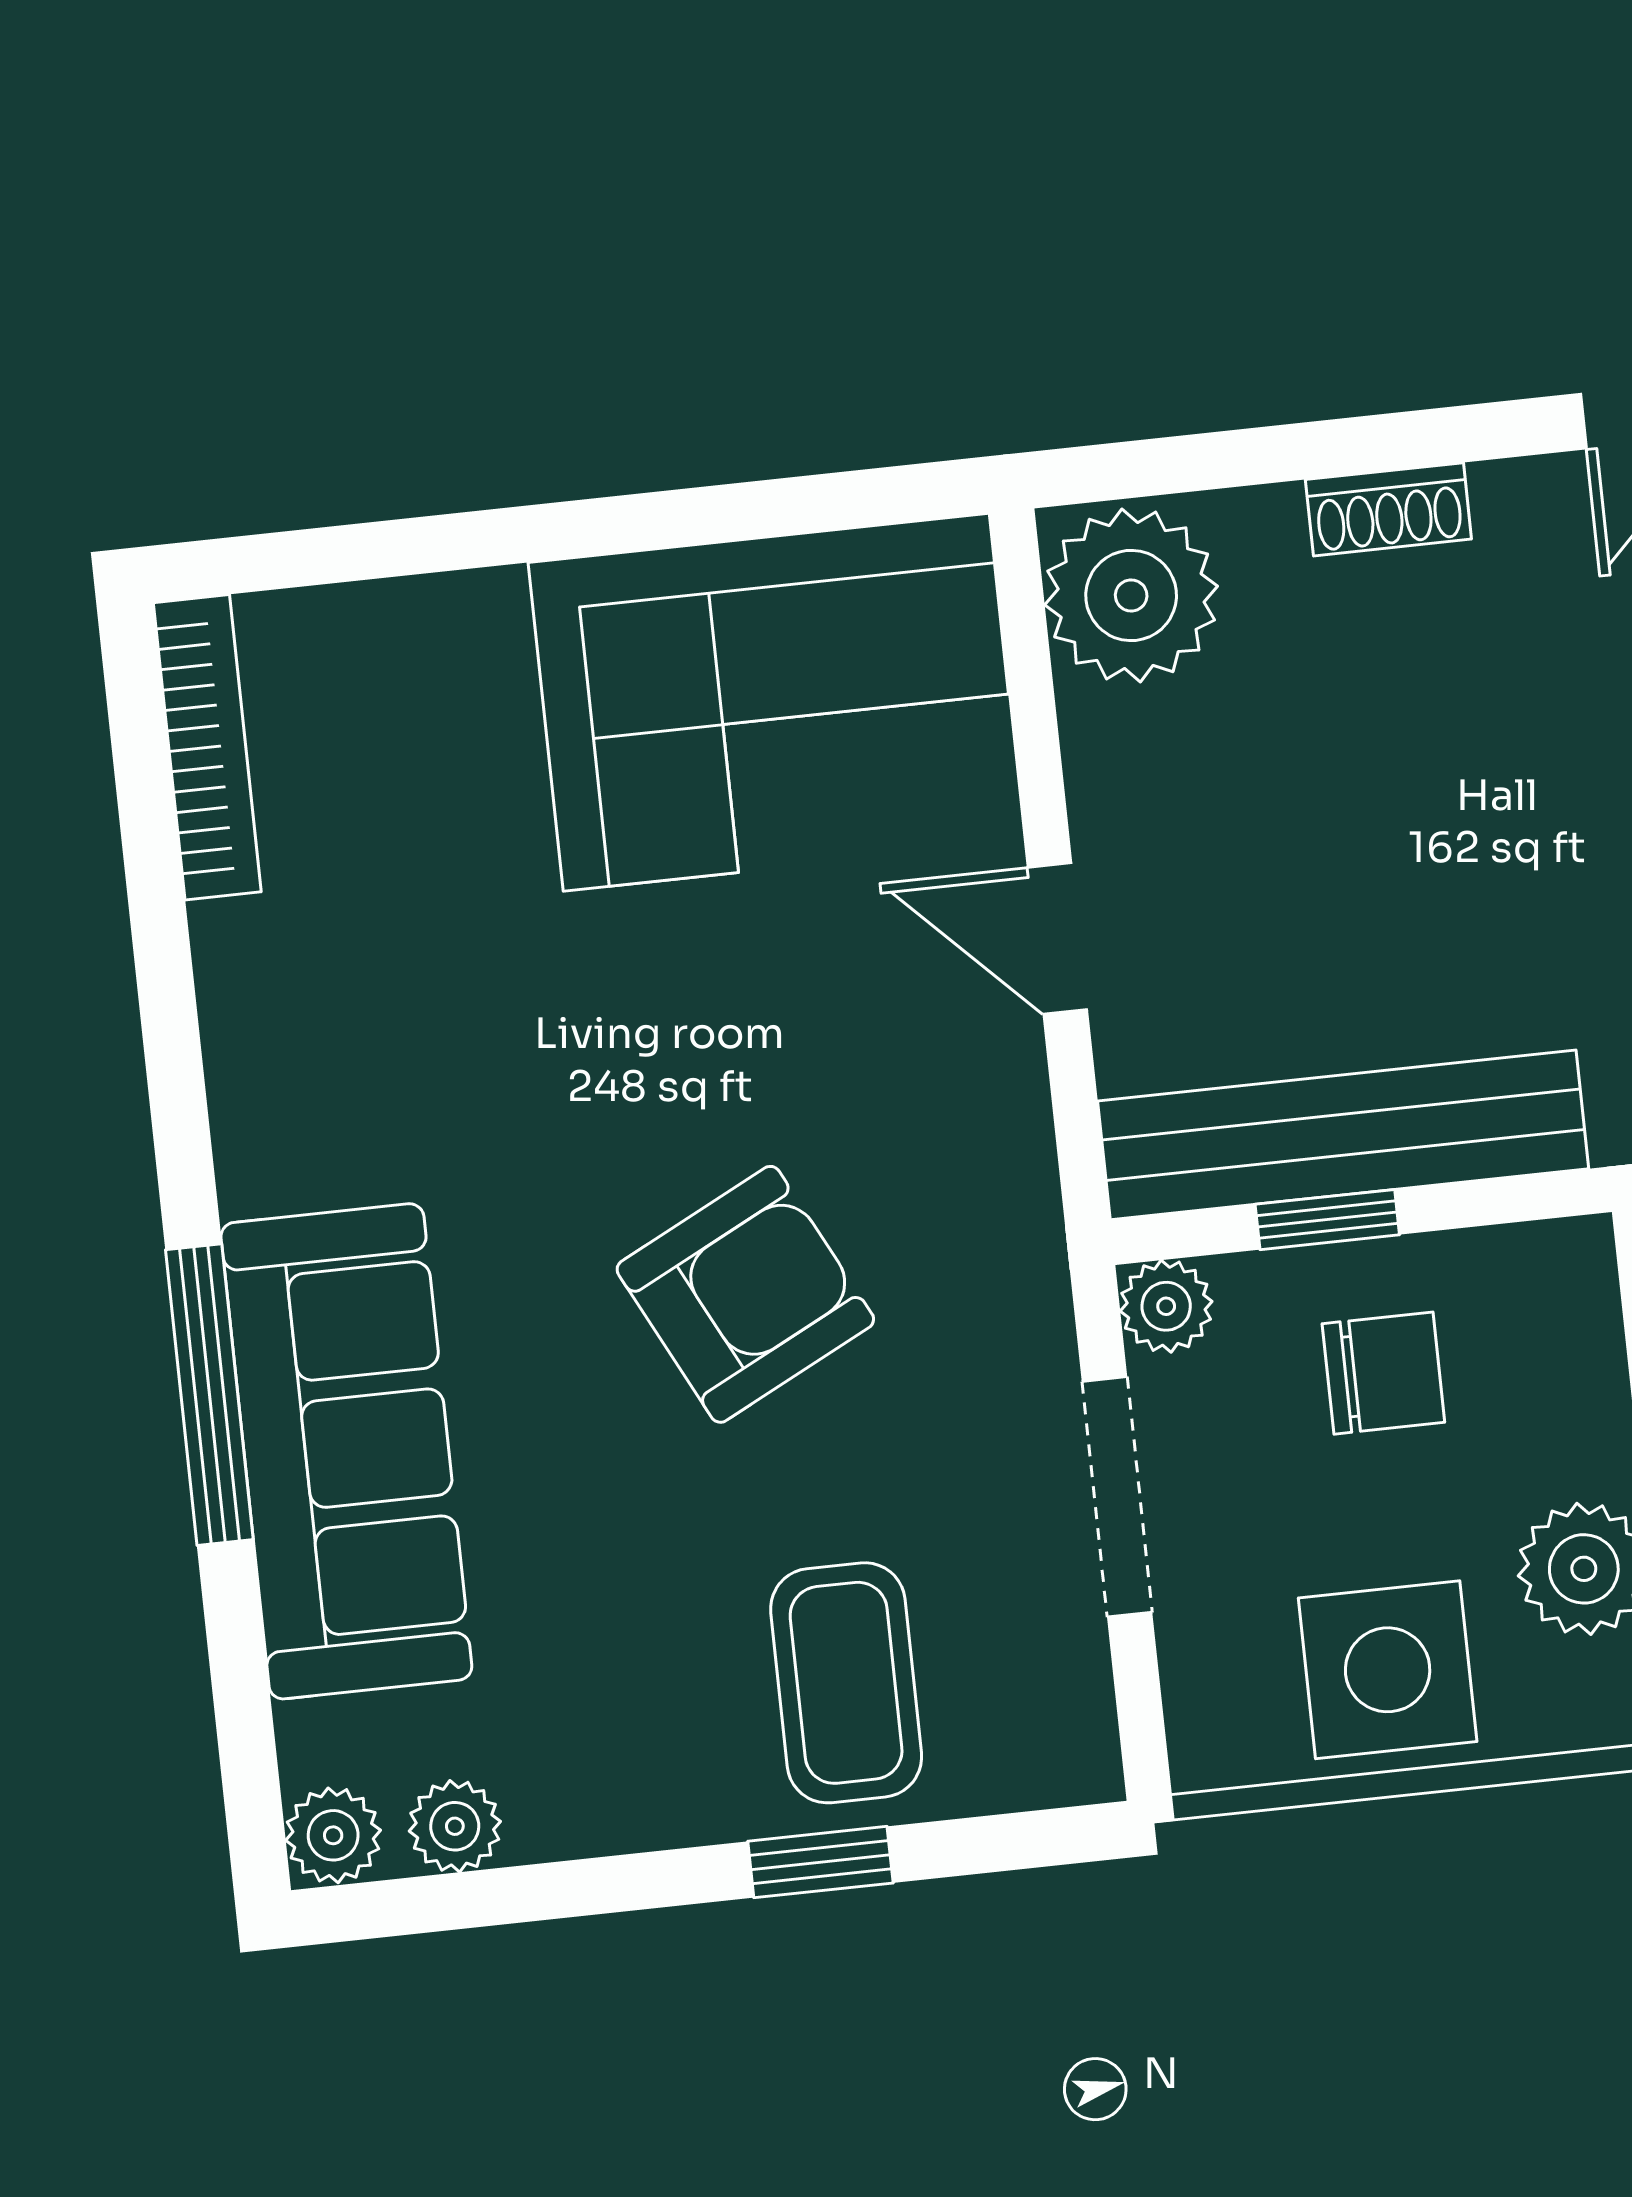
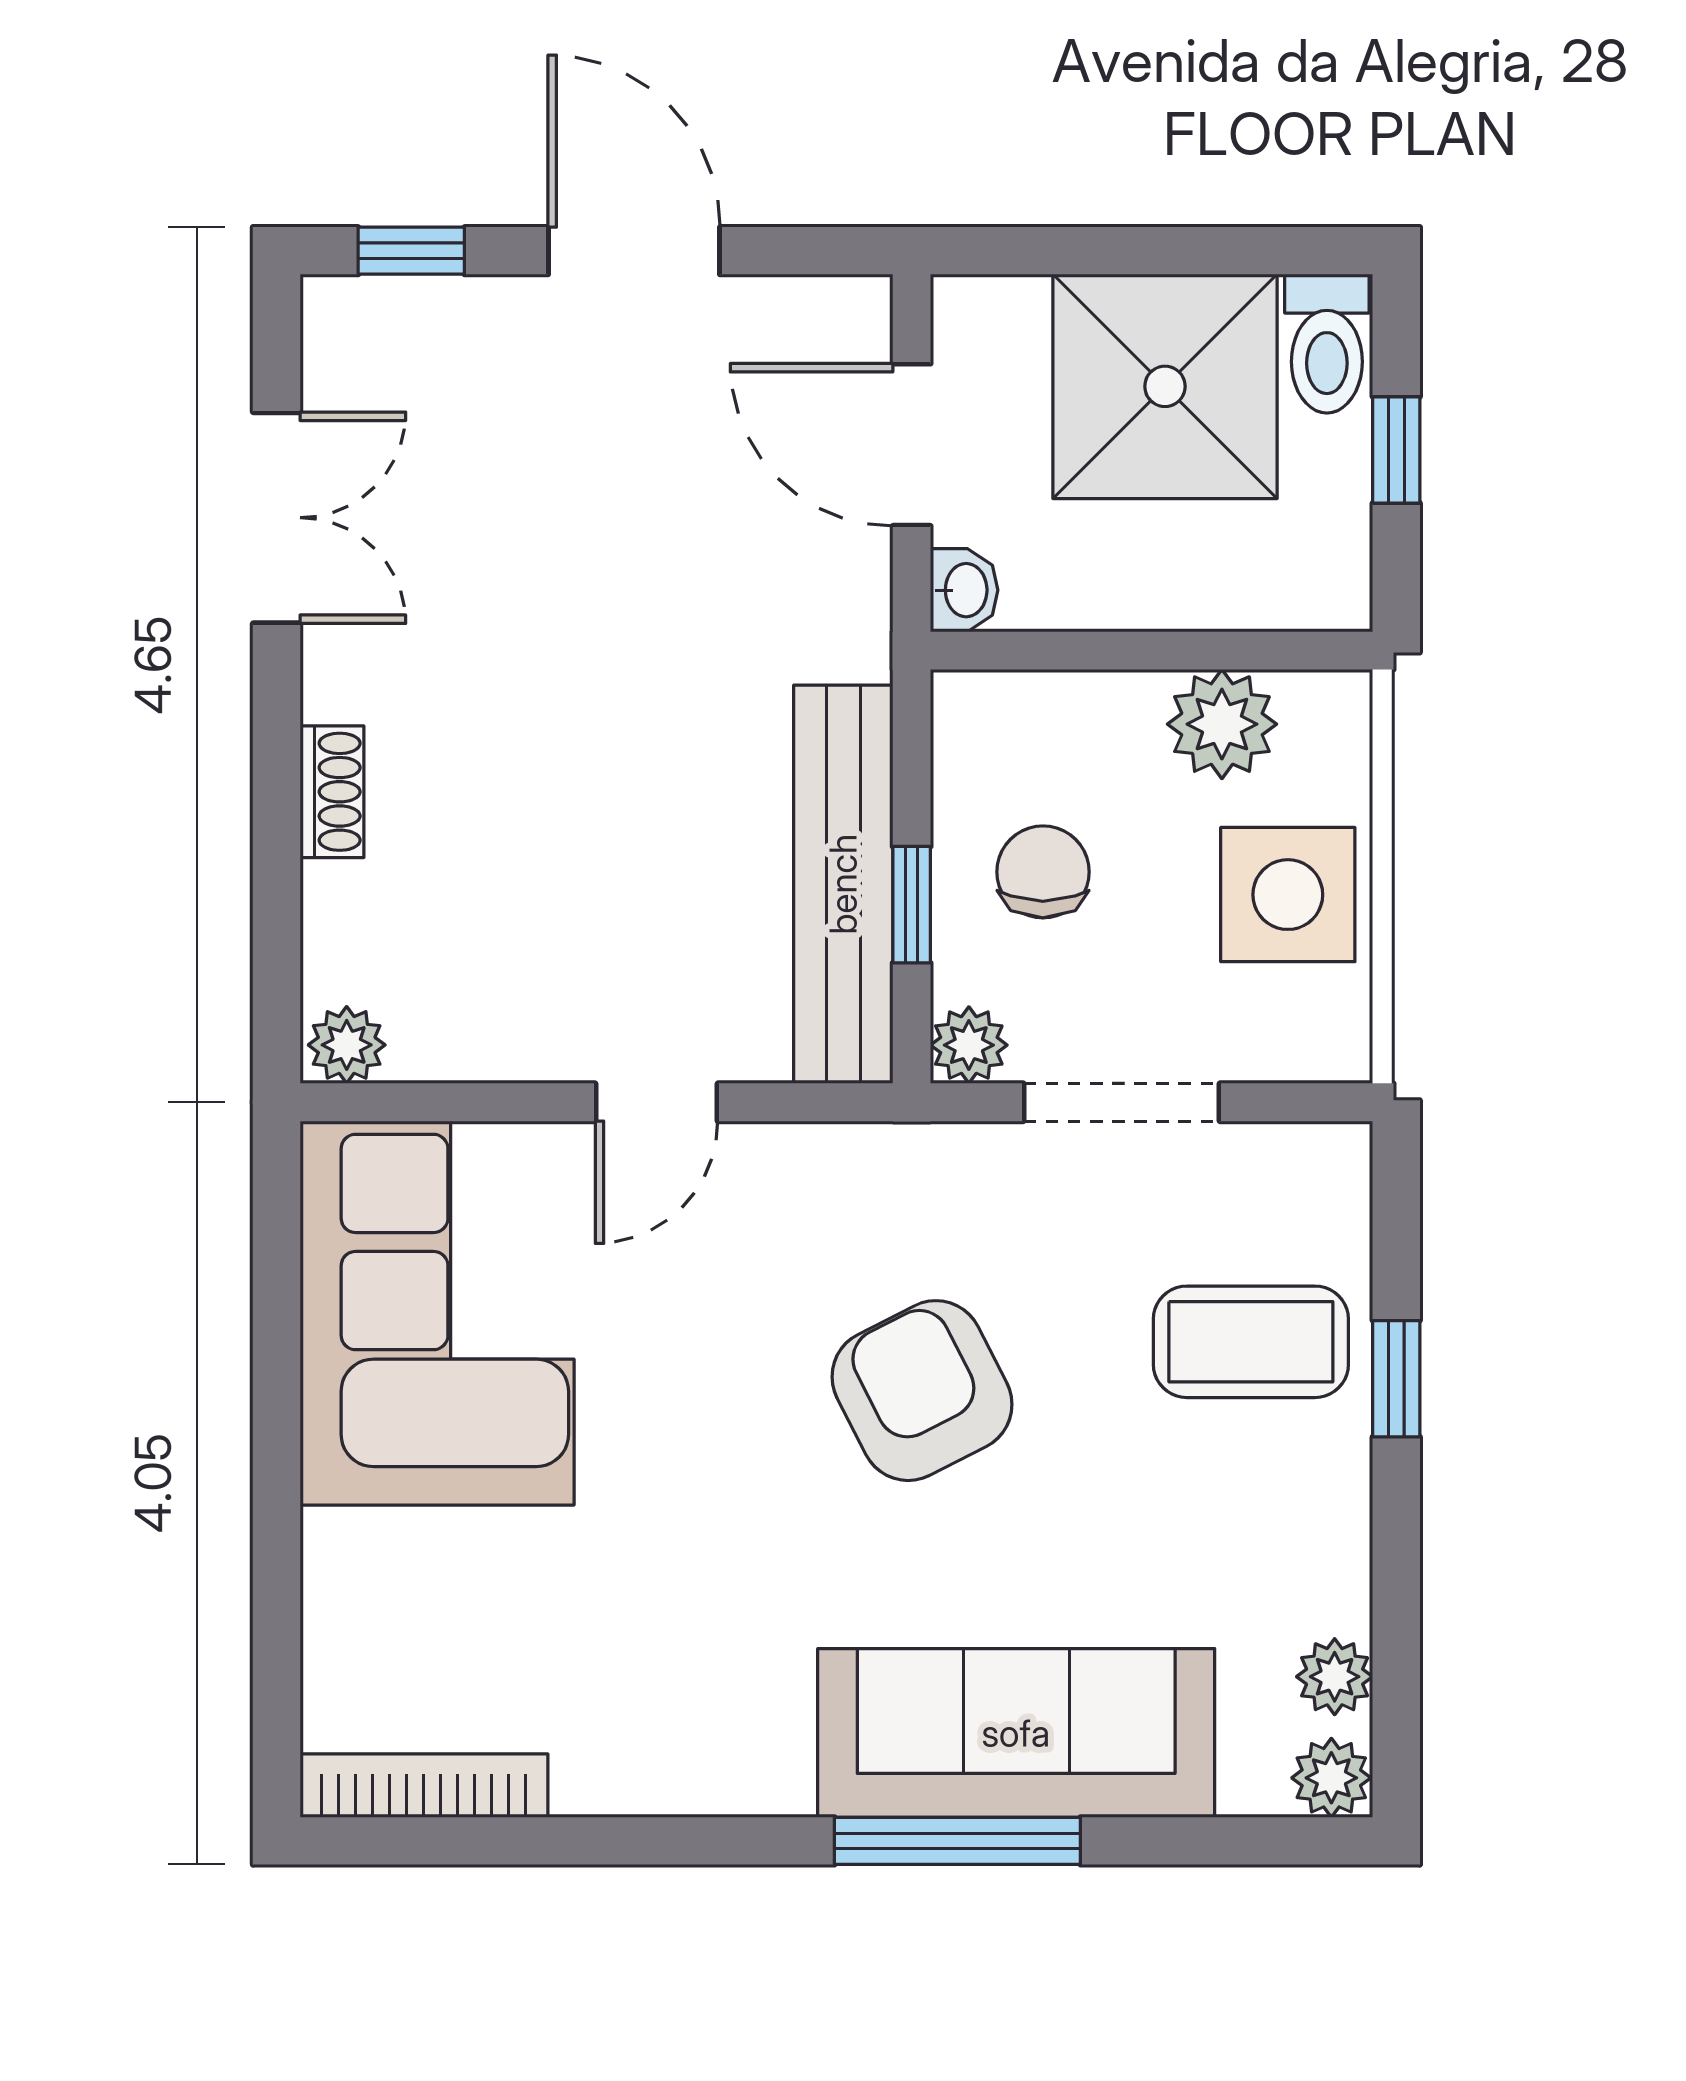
plant: (1131, 596) -> (347, 1045), width x0.53, depth x0.53

